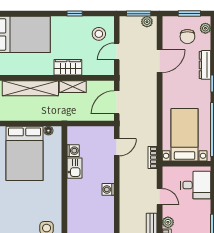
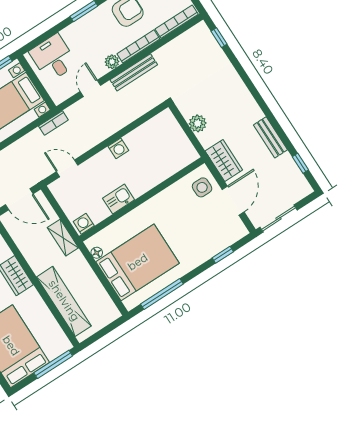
shelving: (73, 87) -> (63, 238), moved
washing machine: (73, 151) -> (84, 224), moved

